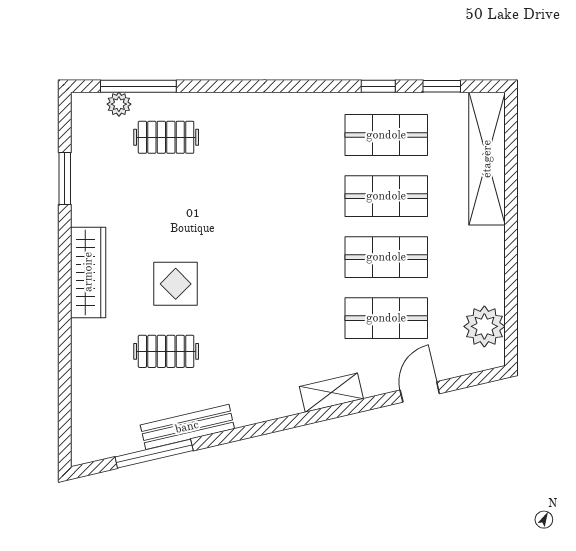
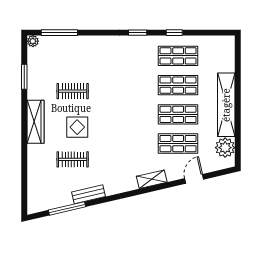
window: (442, 86) -> (138, 33), moved
plant: (119, 104) -> (33, 41), moved
clothes rail: (166, 137) -> (73, 91), moved
shelving: (487, 159) -> (226, 105), moved
bench: (187, 427) -> (89, 194), width x0.73

